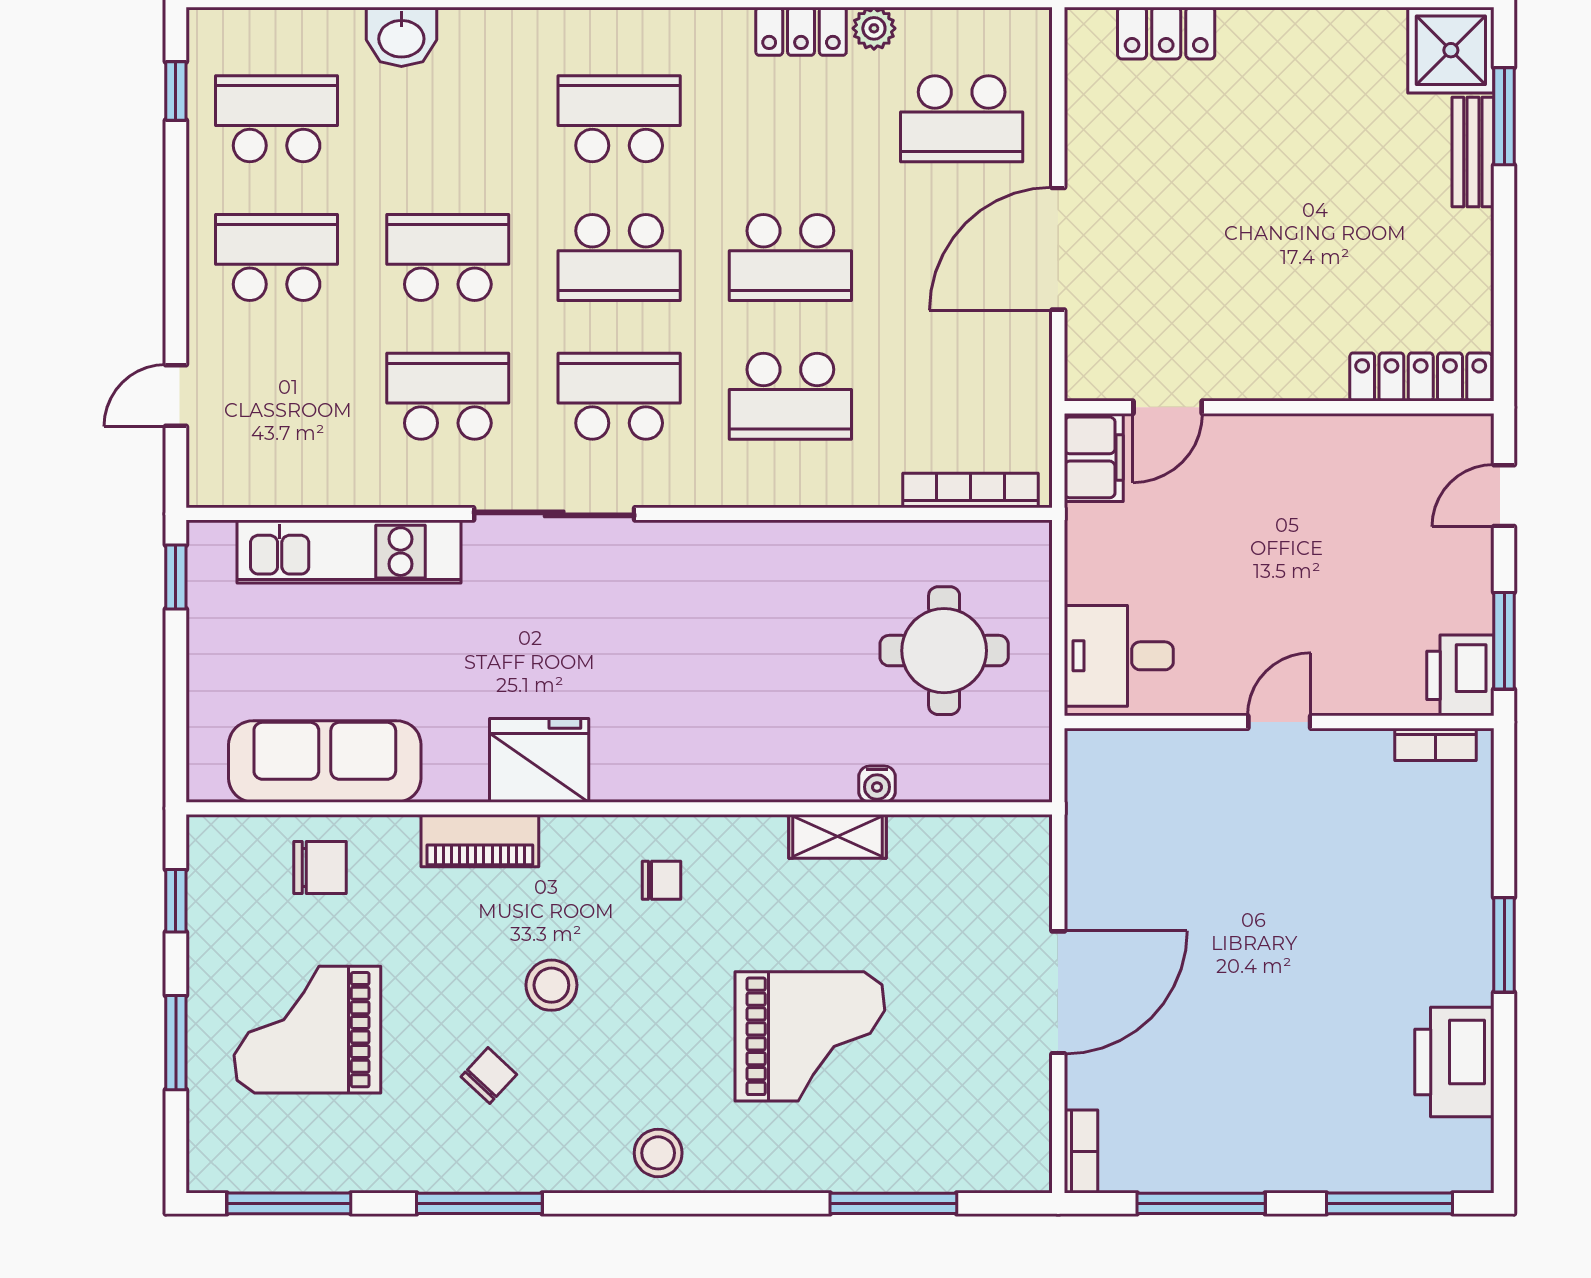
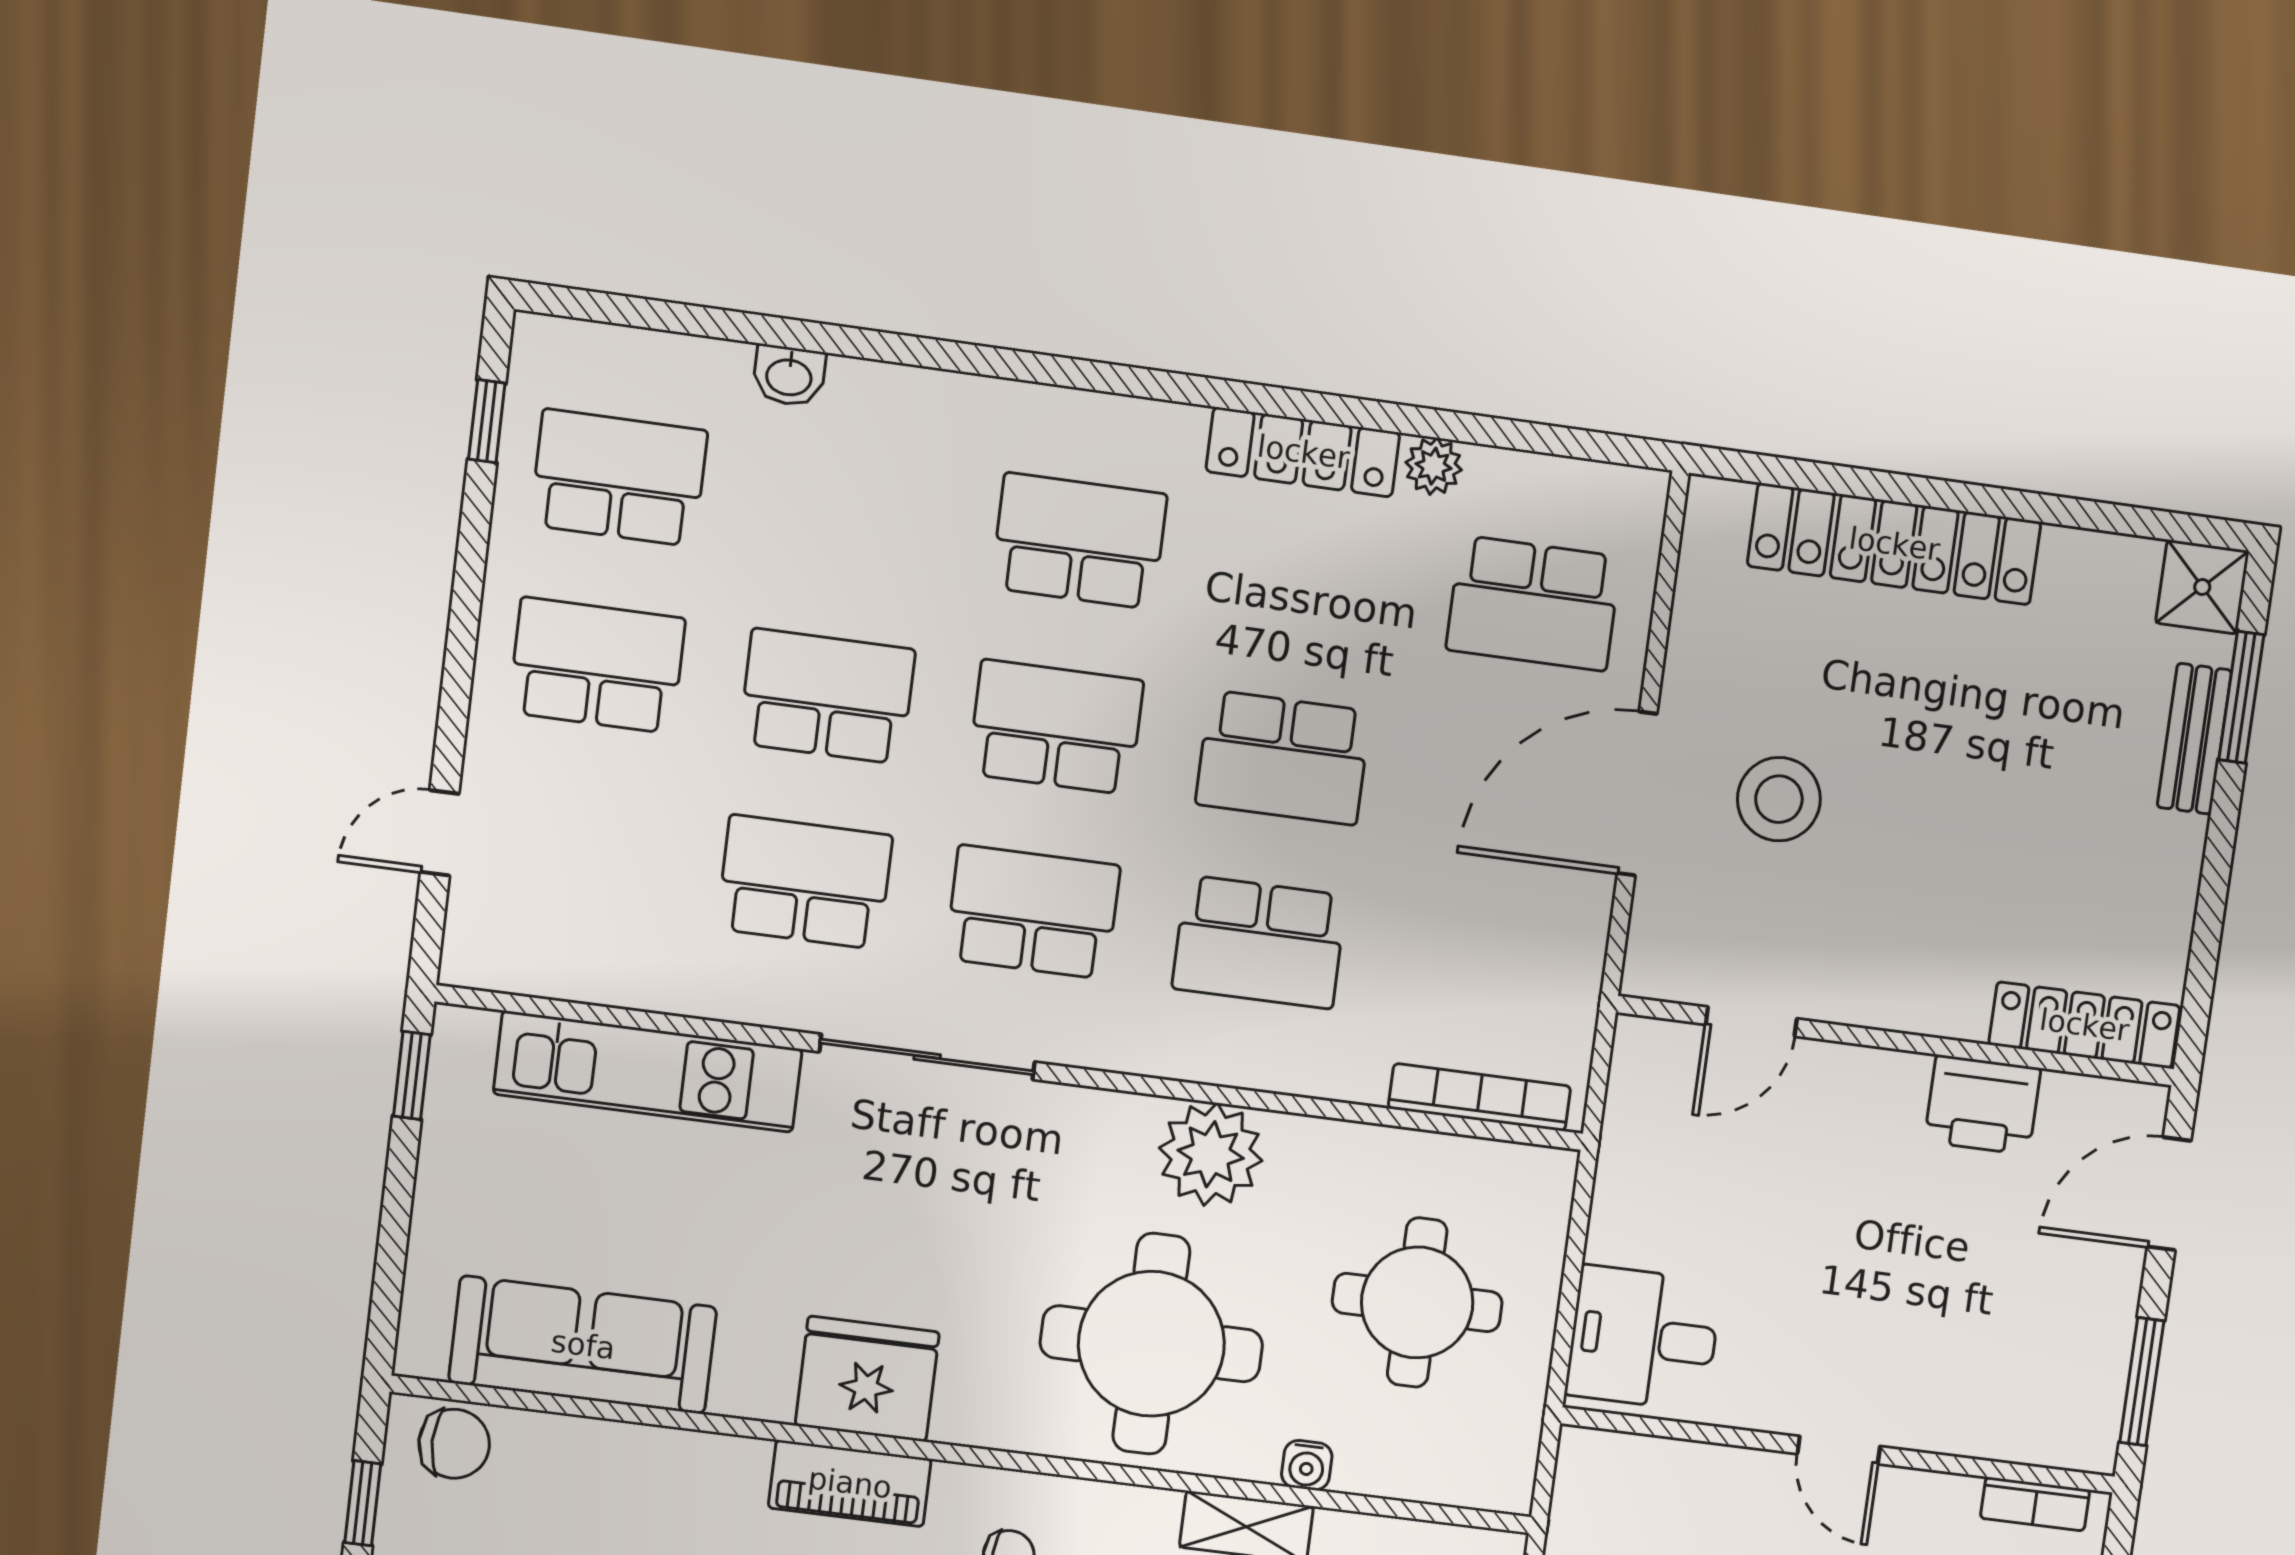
locker: (801, 31) -> (1303, 452), width x1.53
locker: (1166, 33) -> (1894, 544), width x2.16, depth x1.21
washbasin: (401, 37) -> (789, 376), width x0.72, depth x0.69
shower: (1451, 50) -> (2202, 587), width x0.73, depth x0.73
stool: (1165, 239) -> (1779, 799), added
school desk: (619, 258) -> (1056, 727), turned 180
filing cabinet: (1094, 457) -> (1646, 1075), removed
door: (1504, 496) -> (2169, 1194), width x1.38
plant: (774, 559) -> (1211, 1154), added
printer: (1460, 675) -> (1983, 1105), moved, turned -90
round table: (748, 707) -> (1151, 1344), added
door: (1279, 722) -> (1839, 1450), swing flipped
piano: (480, 841) -> (850, 1483), moved
chair: (320, 867) -> (454, 1444), moved

